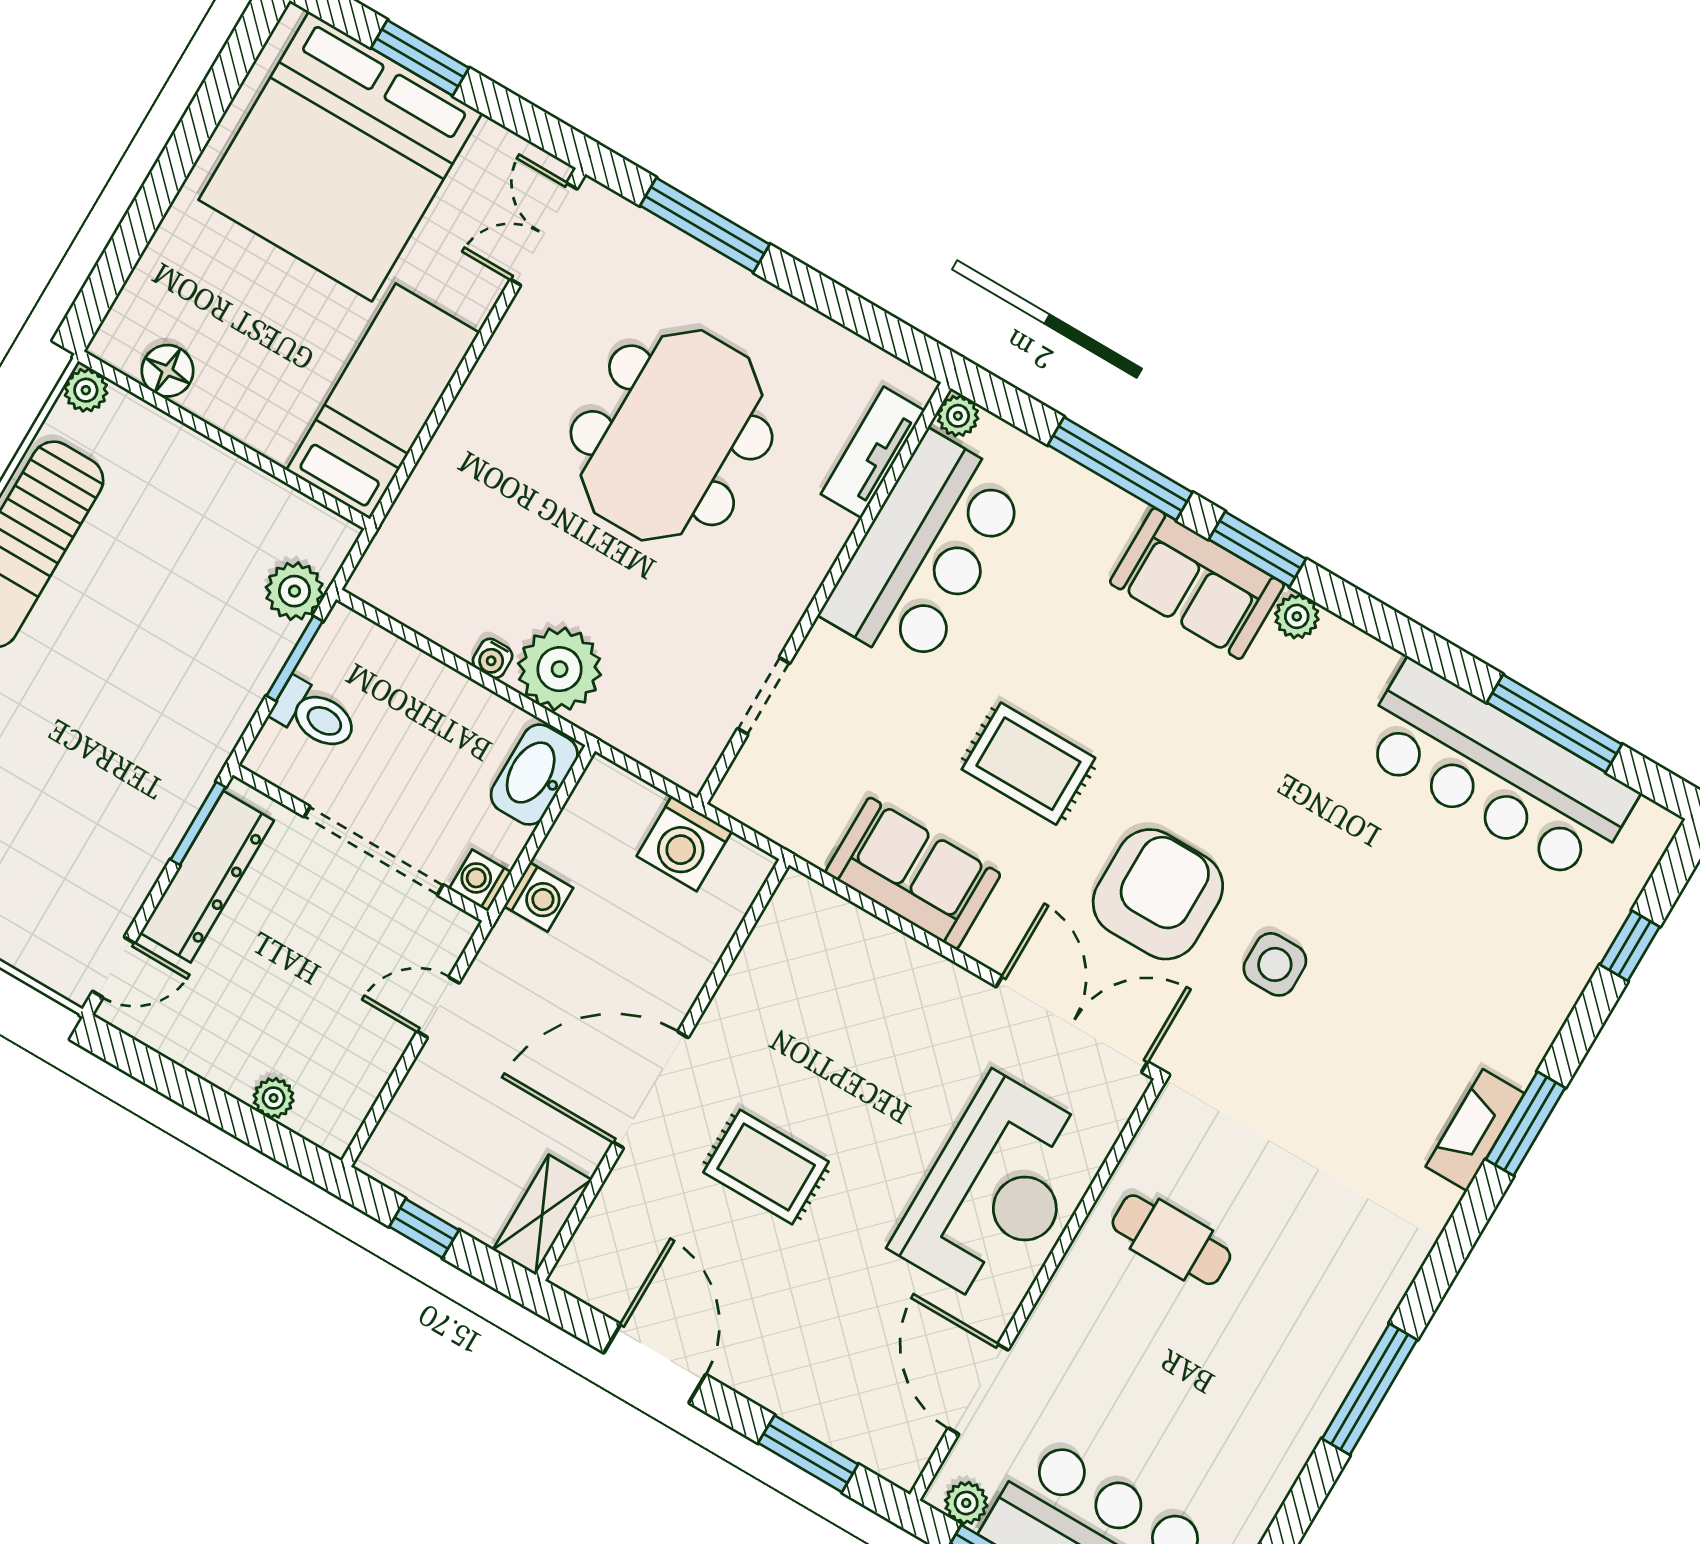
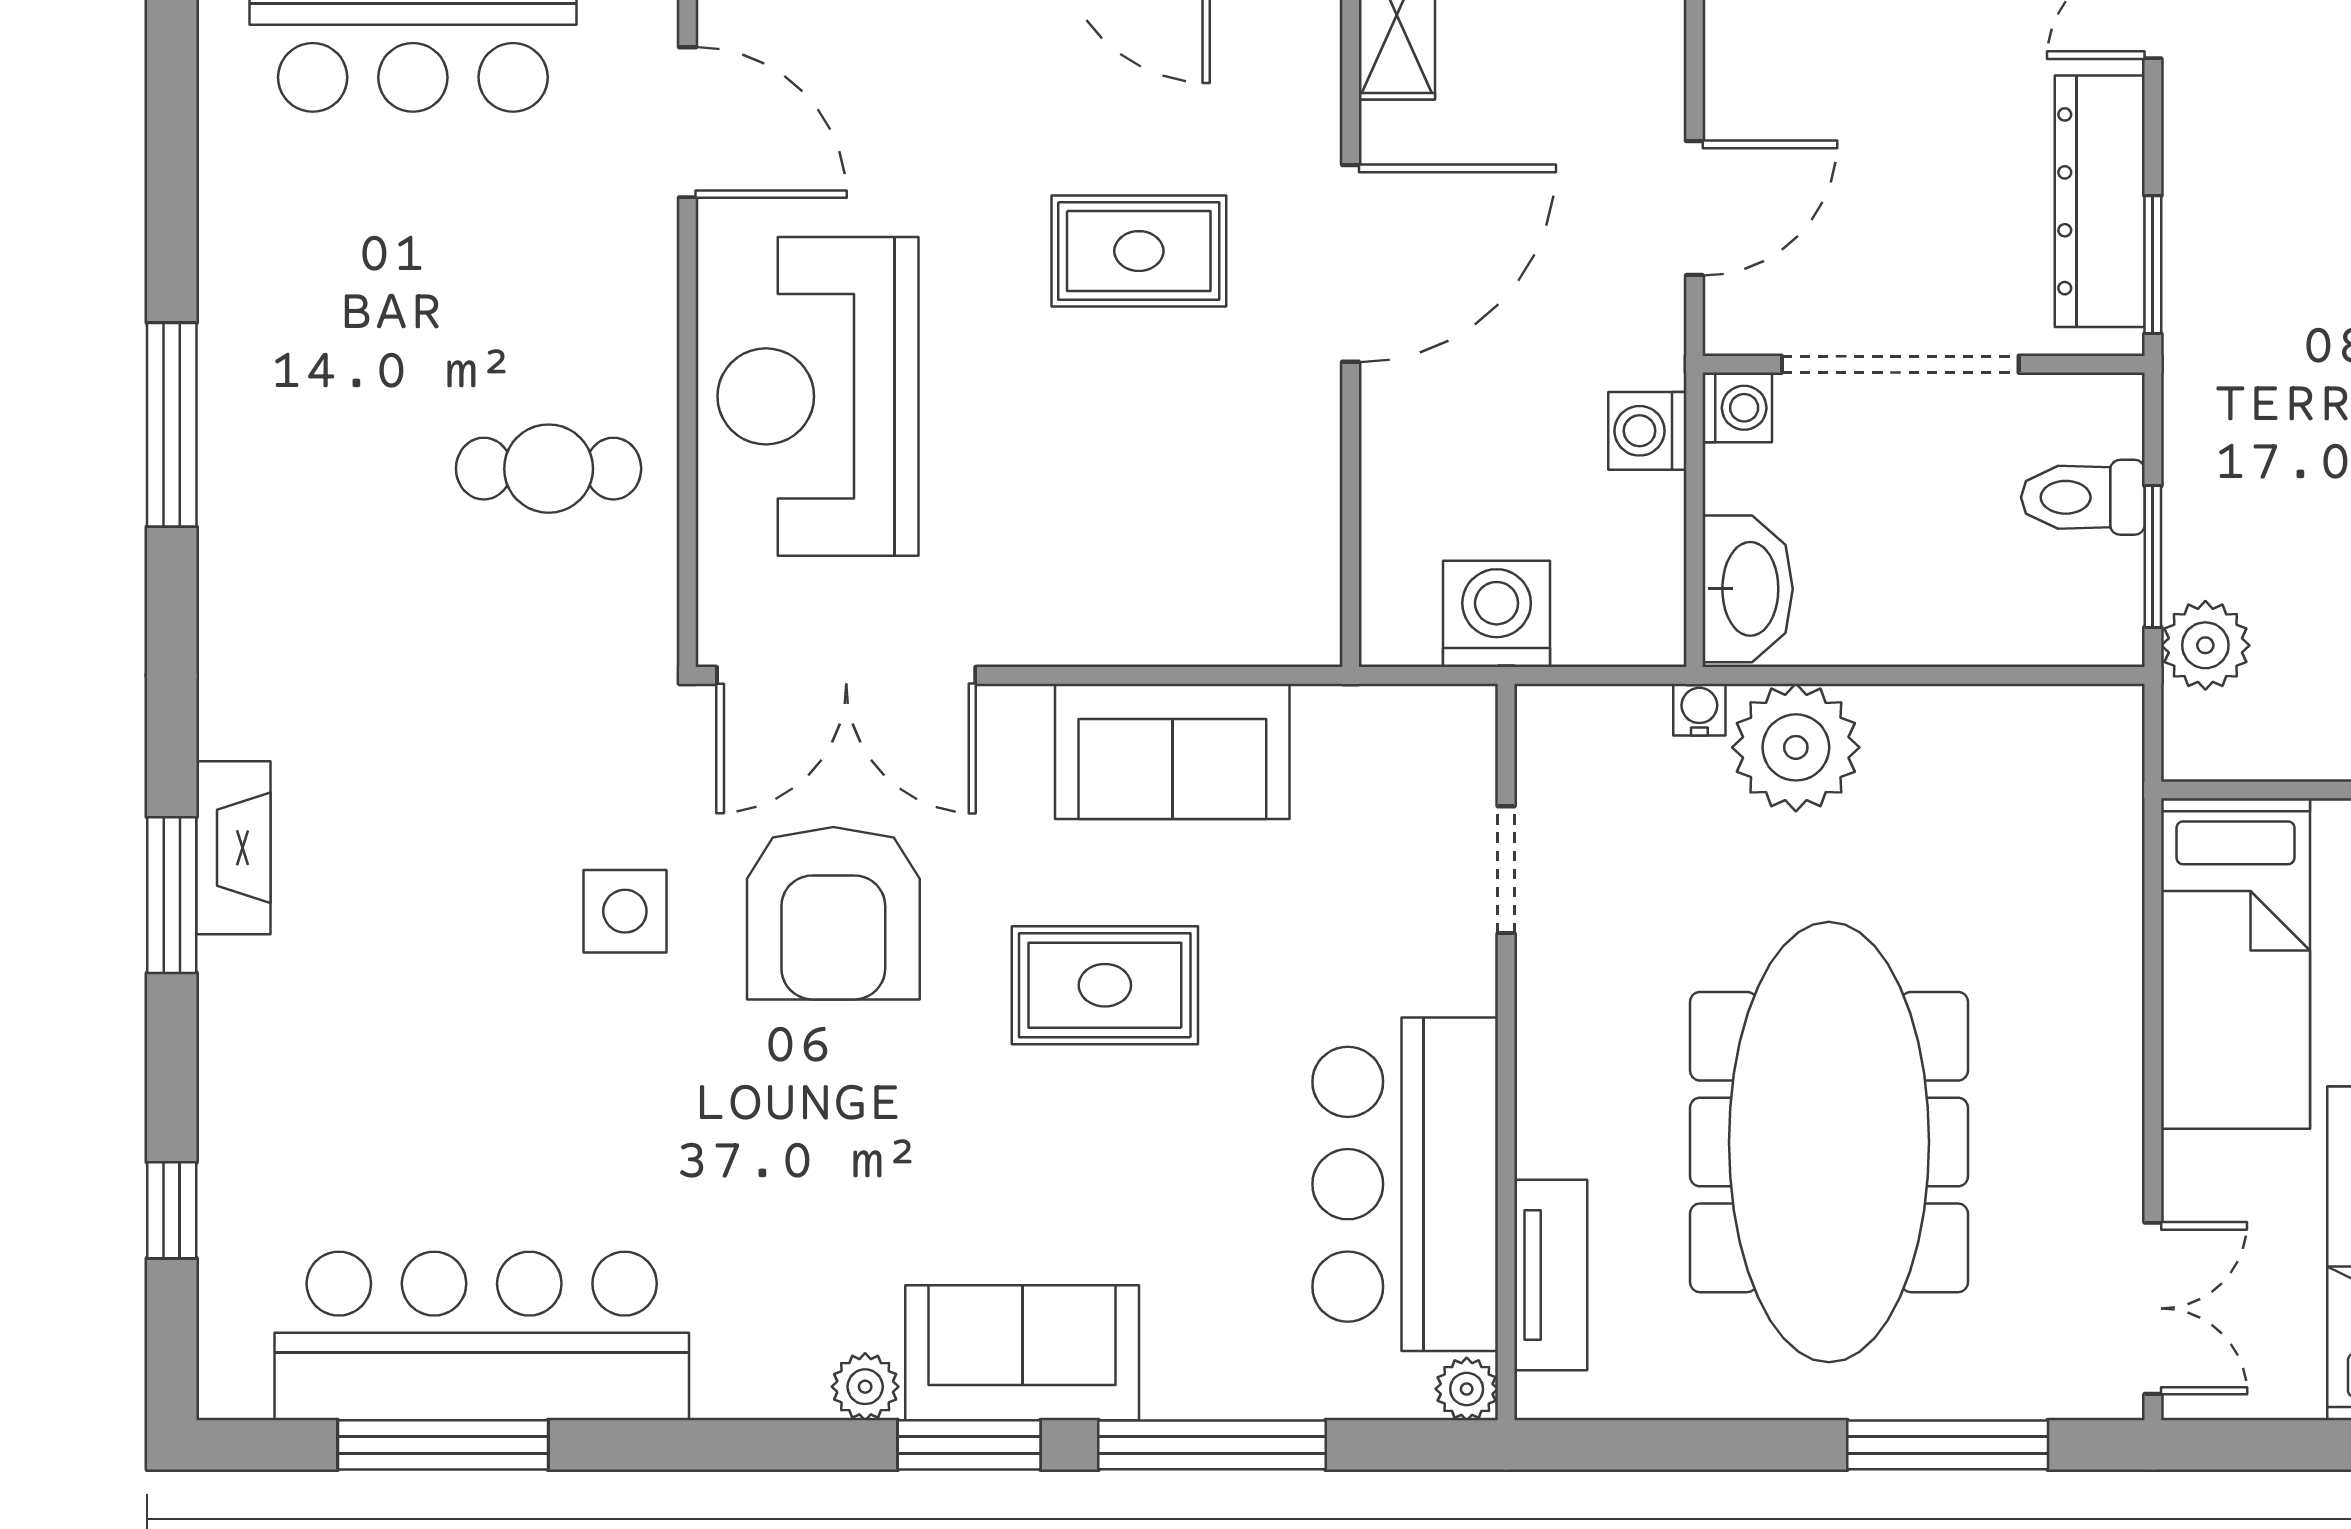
meeting table: (672, 435) -> (1829, 1142), width x1.36
water cooler: (493, 658) -> (1699, 710), moved
door: (438, 1007) -> (1694, 208), width x1.38

